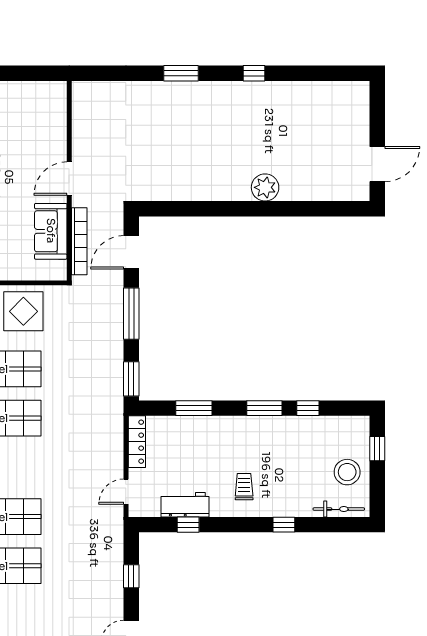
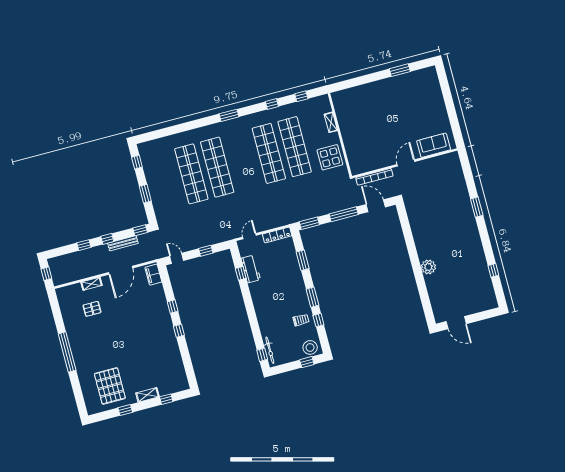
window: (254, 73) -> (493, 270), moved
door: (69, 178) -> (406, 163), hinge flipped
sofa: (51, 231) -> (434, 145), moved
stool: (347, 472) -> (310, 347), moved
trolley: (244, 487) -> (301, 320), moved
door: (126, 492) -> (249, 236), hinge flipped
window: (284, 525) -> (262, 355), moved

